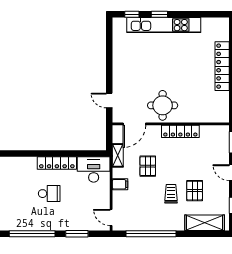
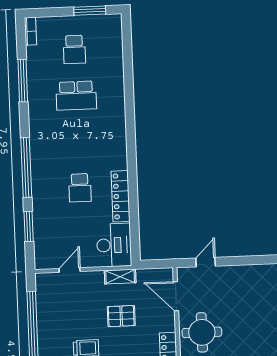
shelving: (118, 155) -> (120, 277), moved
filing cabinet: (120, 184) -> (96, 281), removed
door: (111, 217) -> (70, 270), moved

